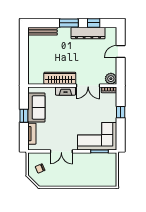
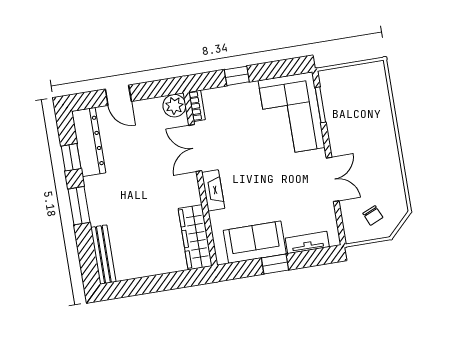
dresser: (88, 33) -> (89, 142), moved
wardrobe: (60, 78) -> (195, 237), moved
double door: (88, 86) -> (195, 148), swing flipped

